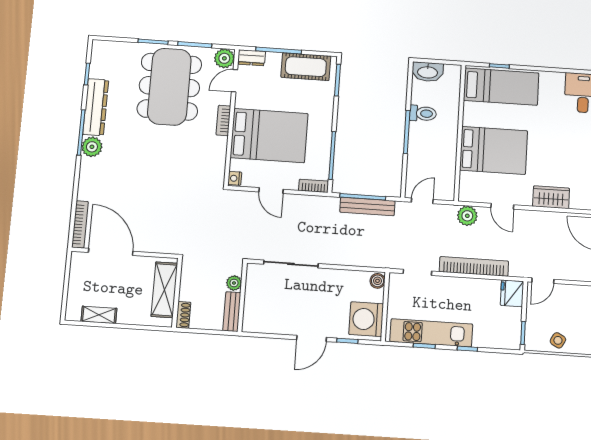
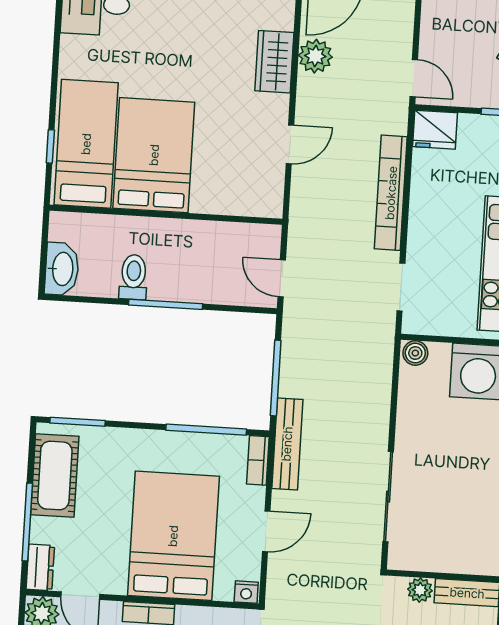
bed: (494, 150) -> (154, 155), moved
bench: (367, 206) -> (287, 444), moved
plant: (467, 216) -> (315, 56), moved

